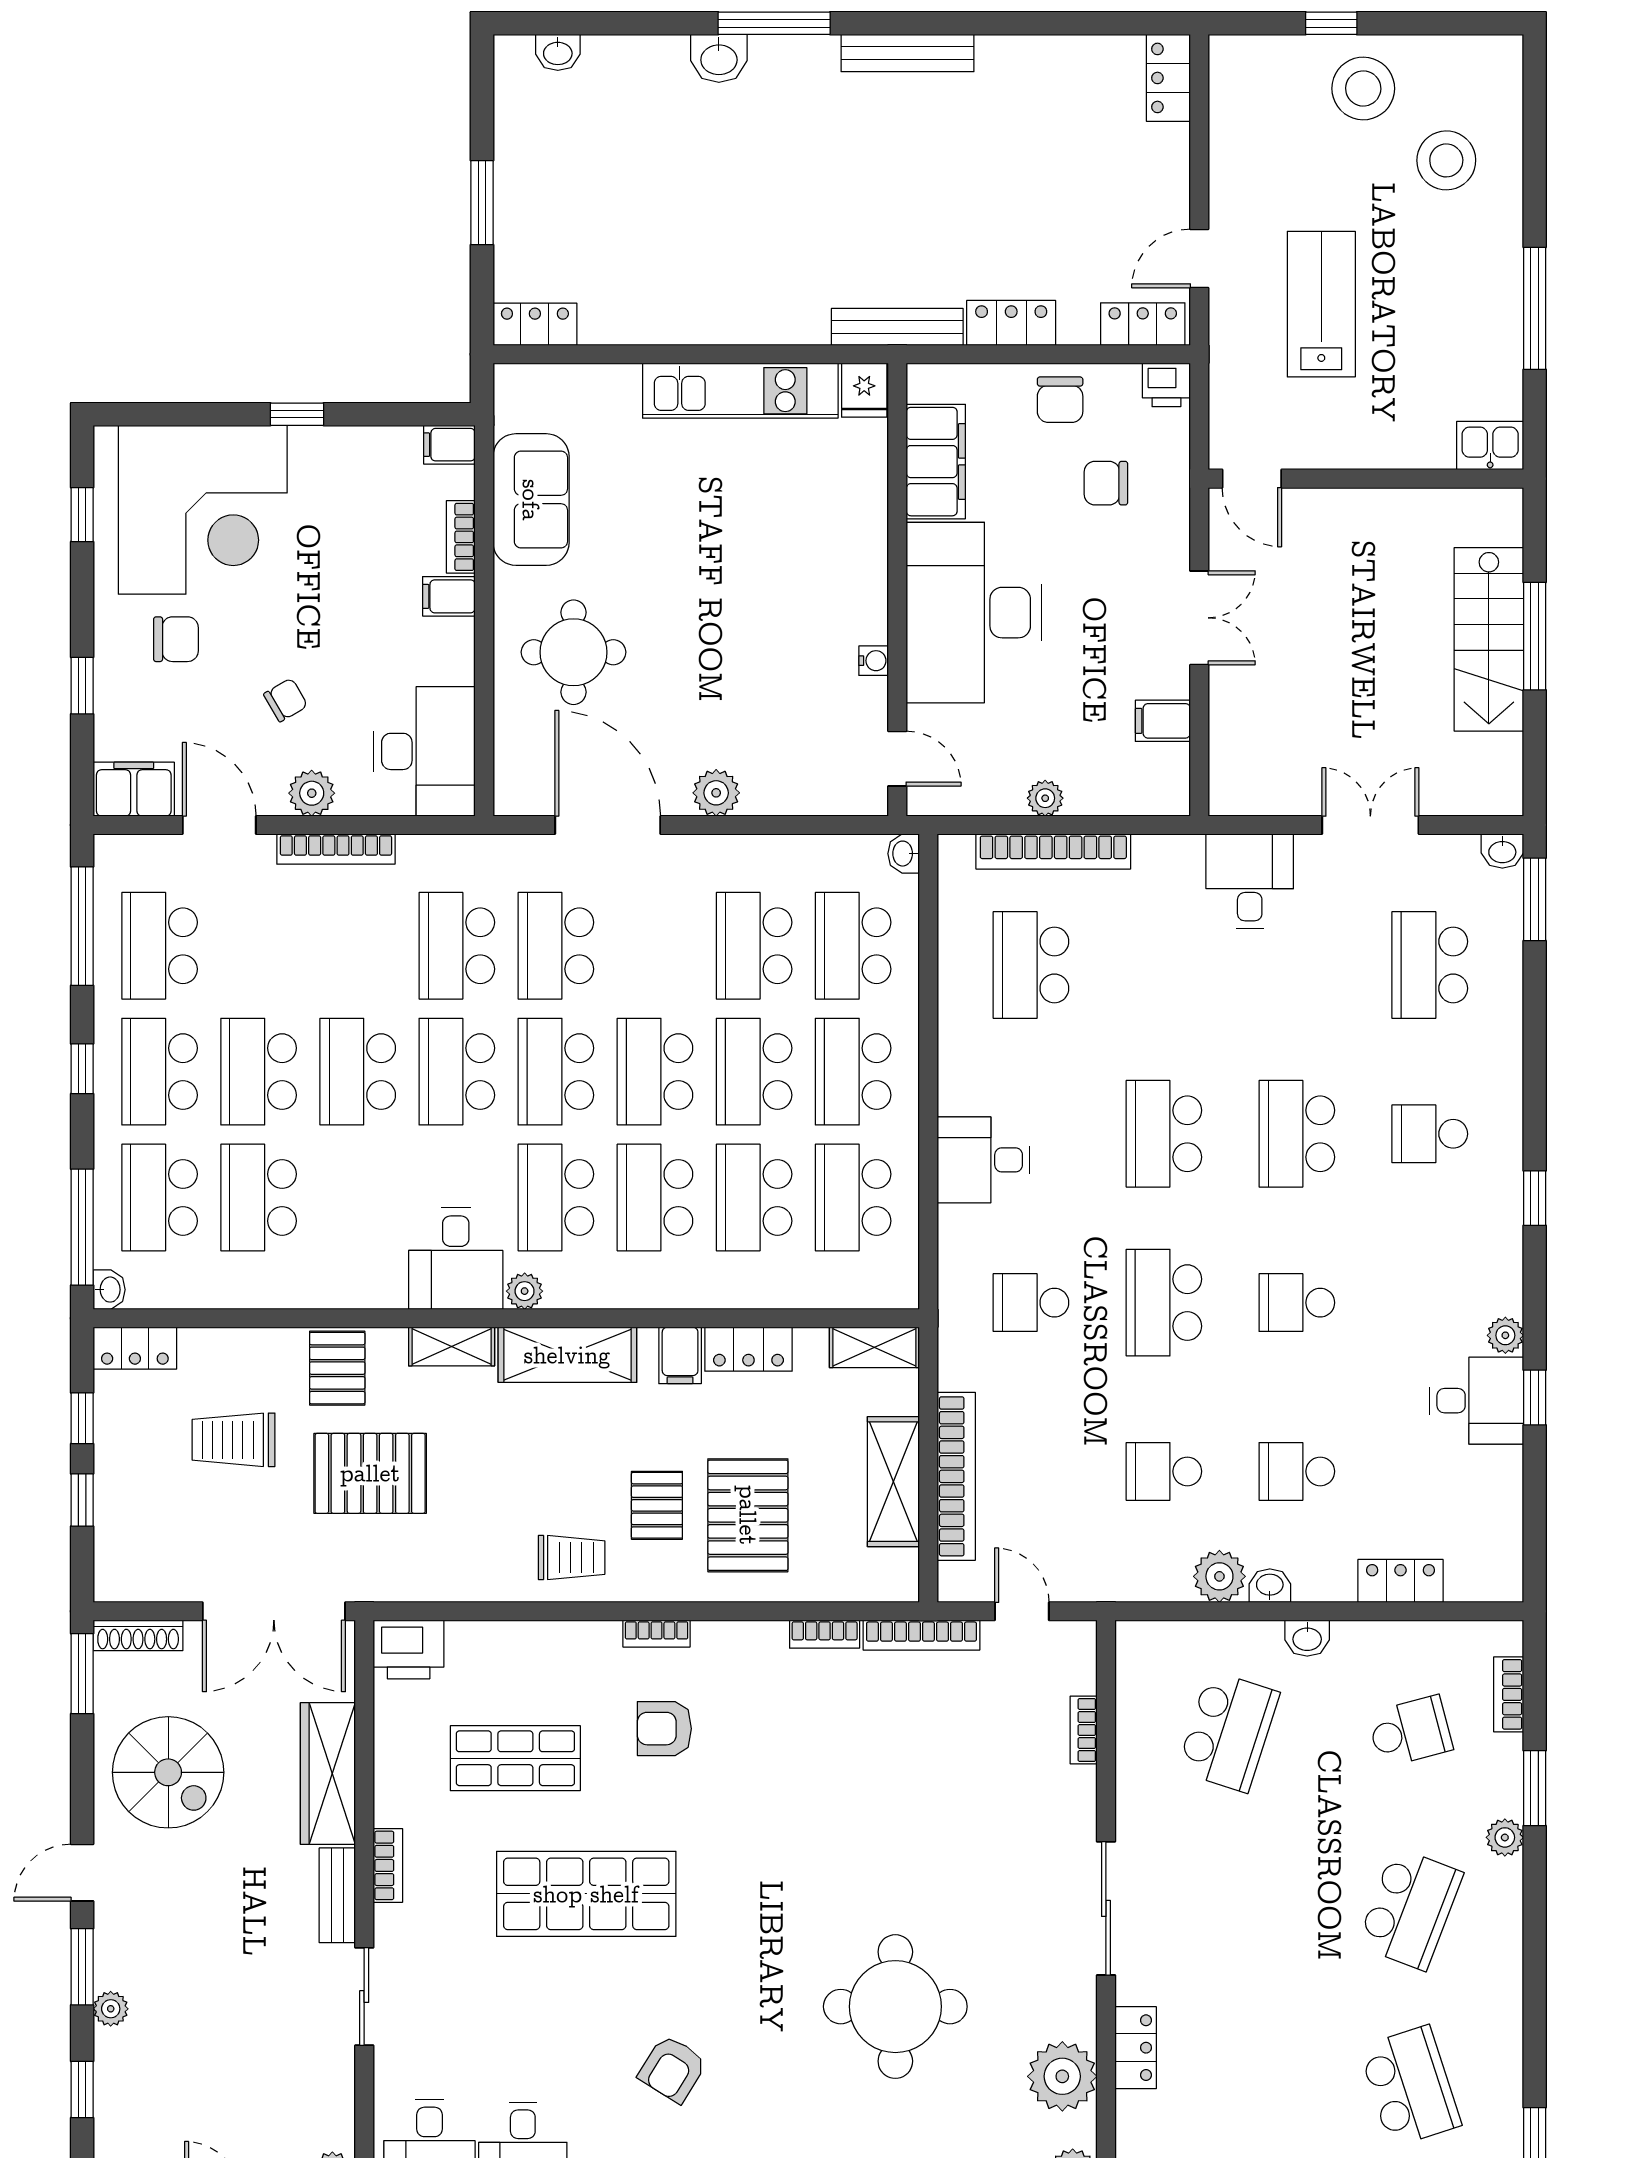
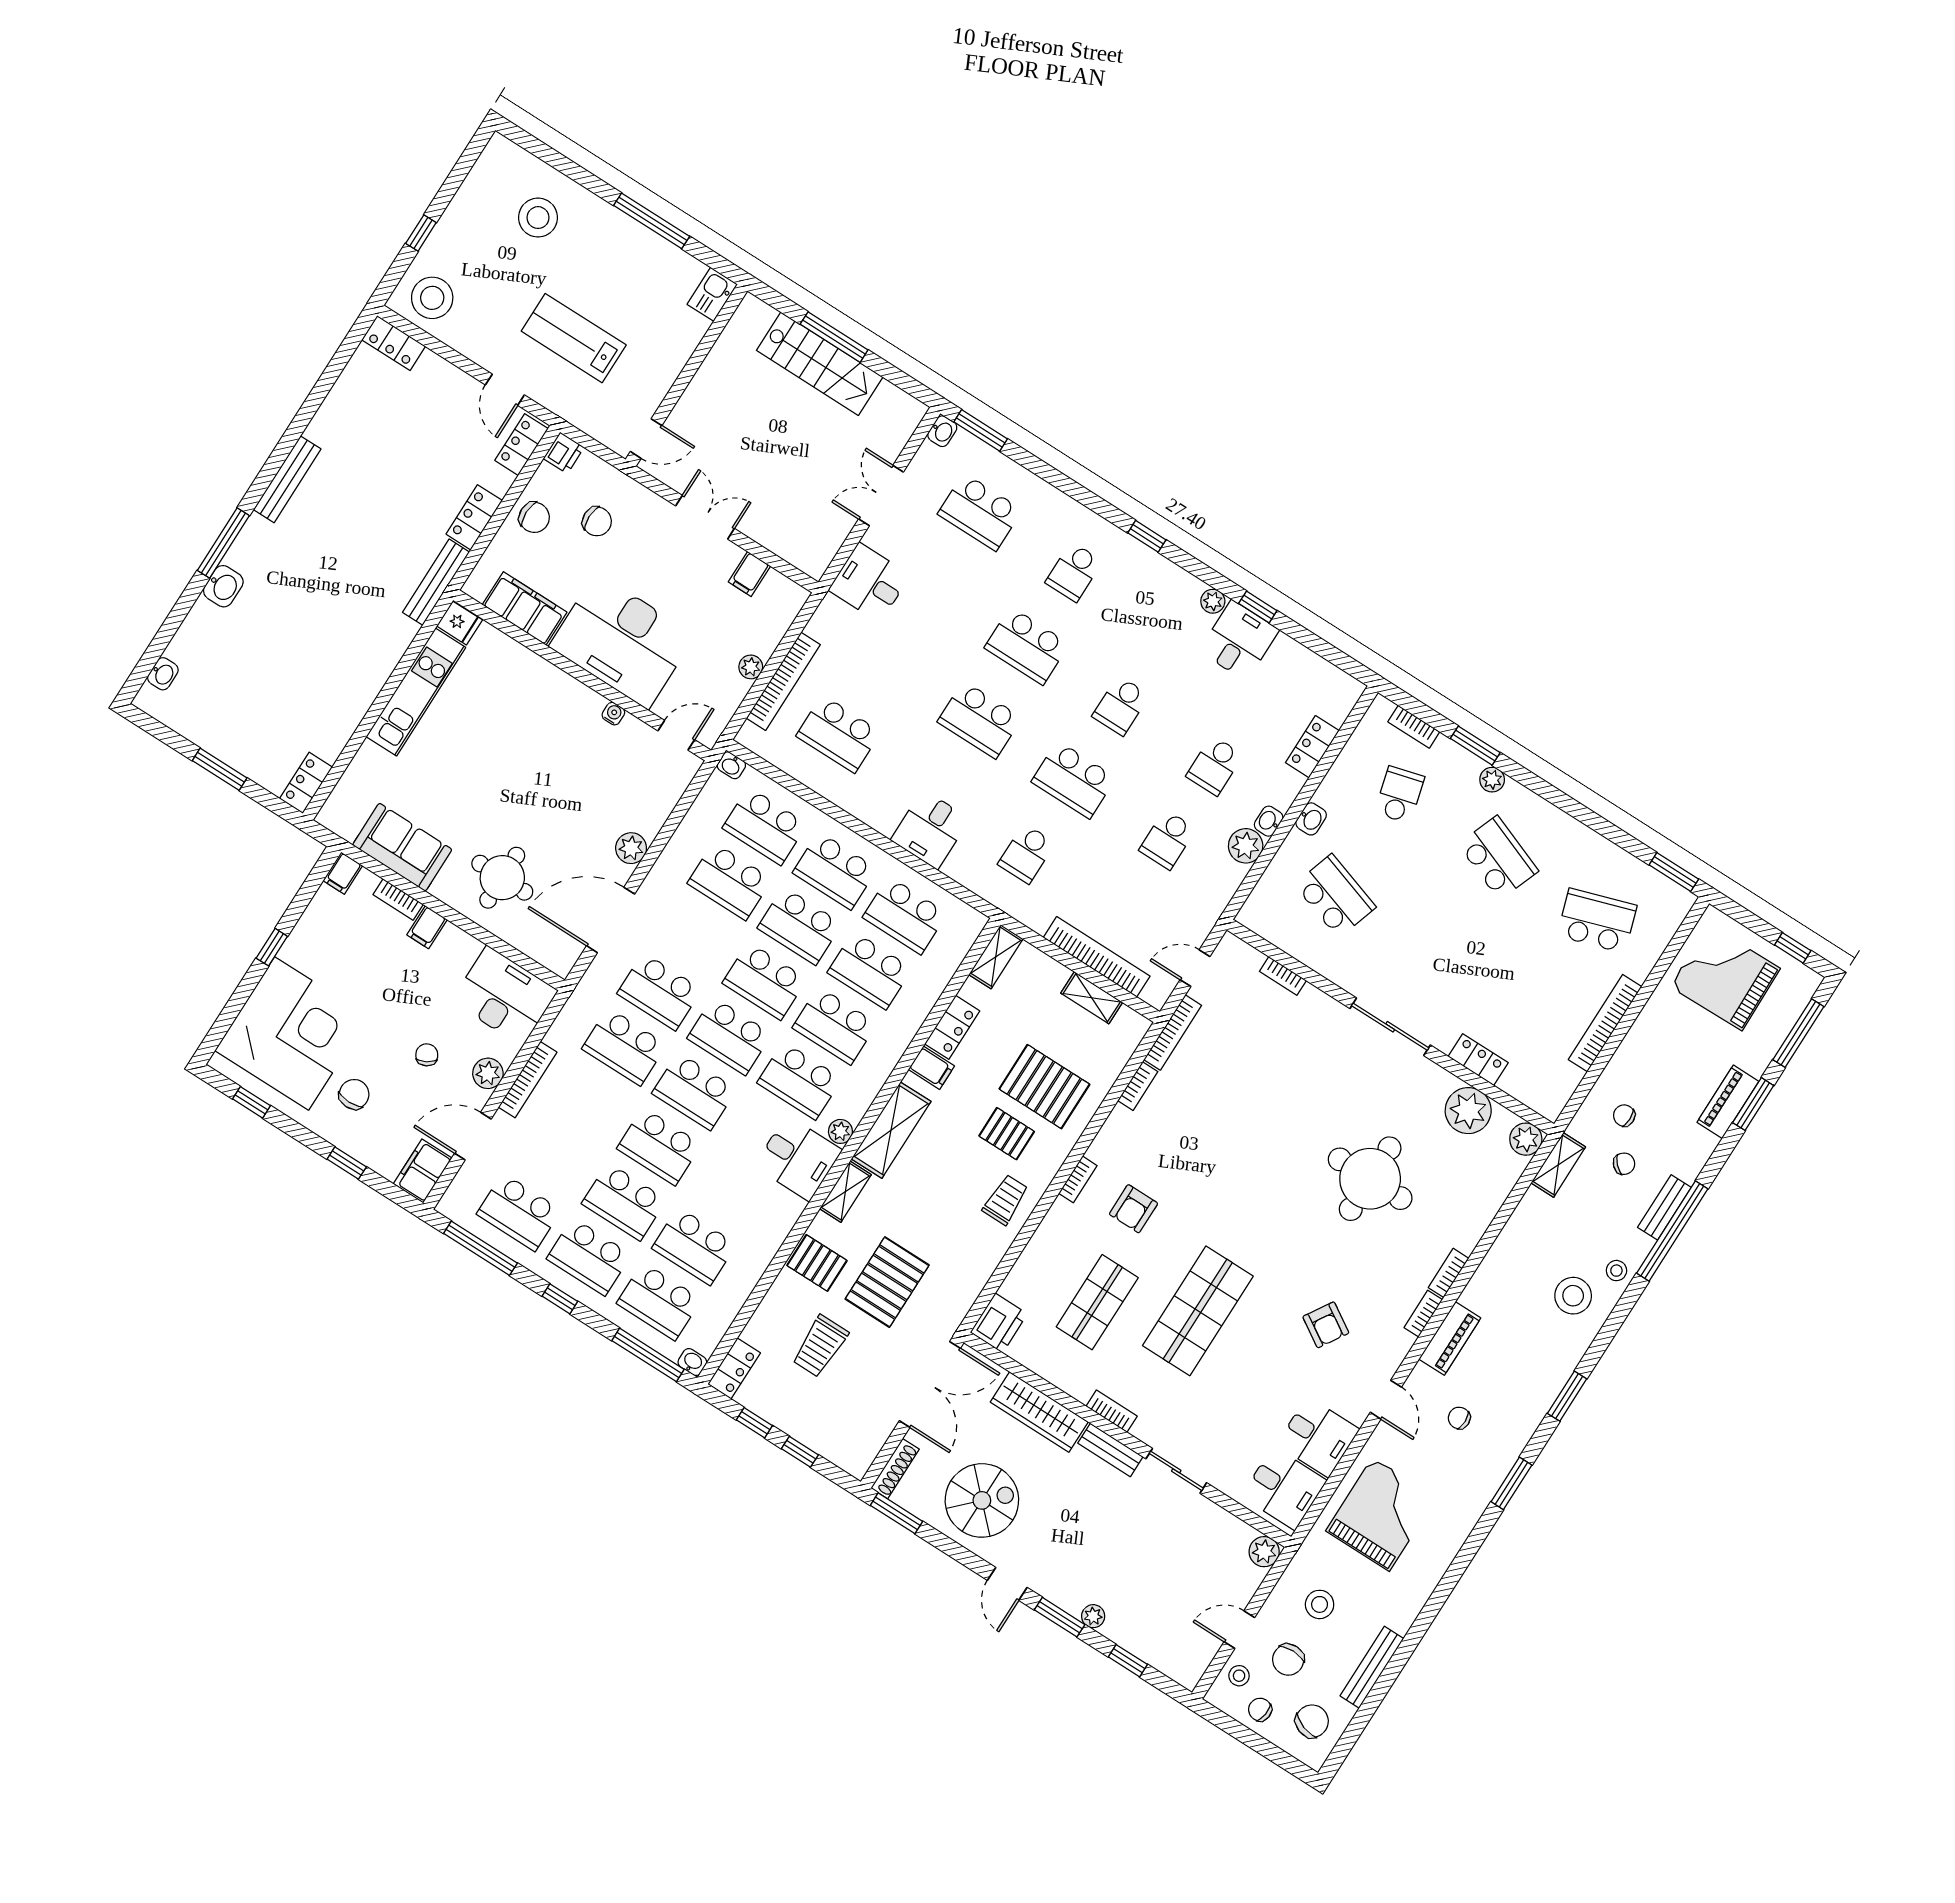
stool: (1363, 88) -> (432, 298), moved
chair: (1106, 483) -> (597, 521), turned -90
shelving: (893, 1482) -> (1092, 998), width x0.67, depth x0.75

